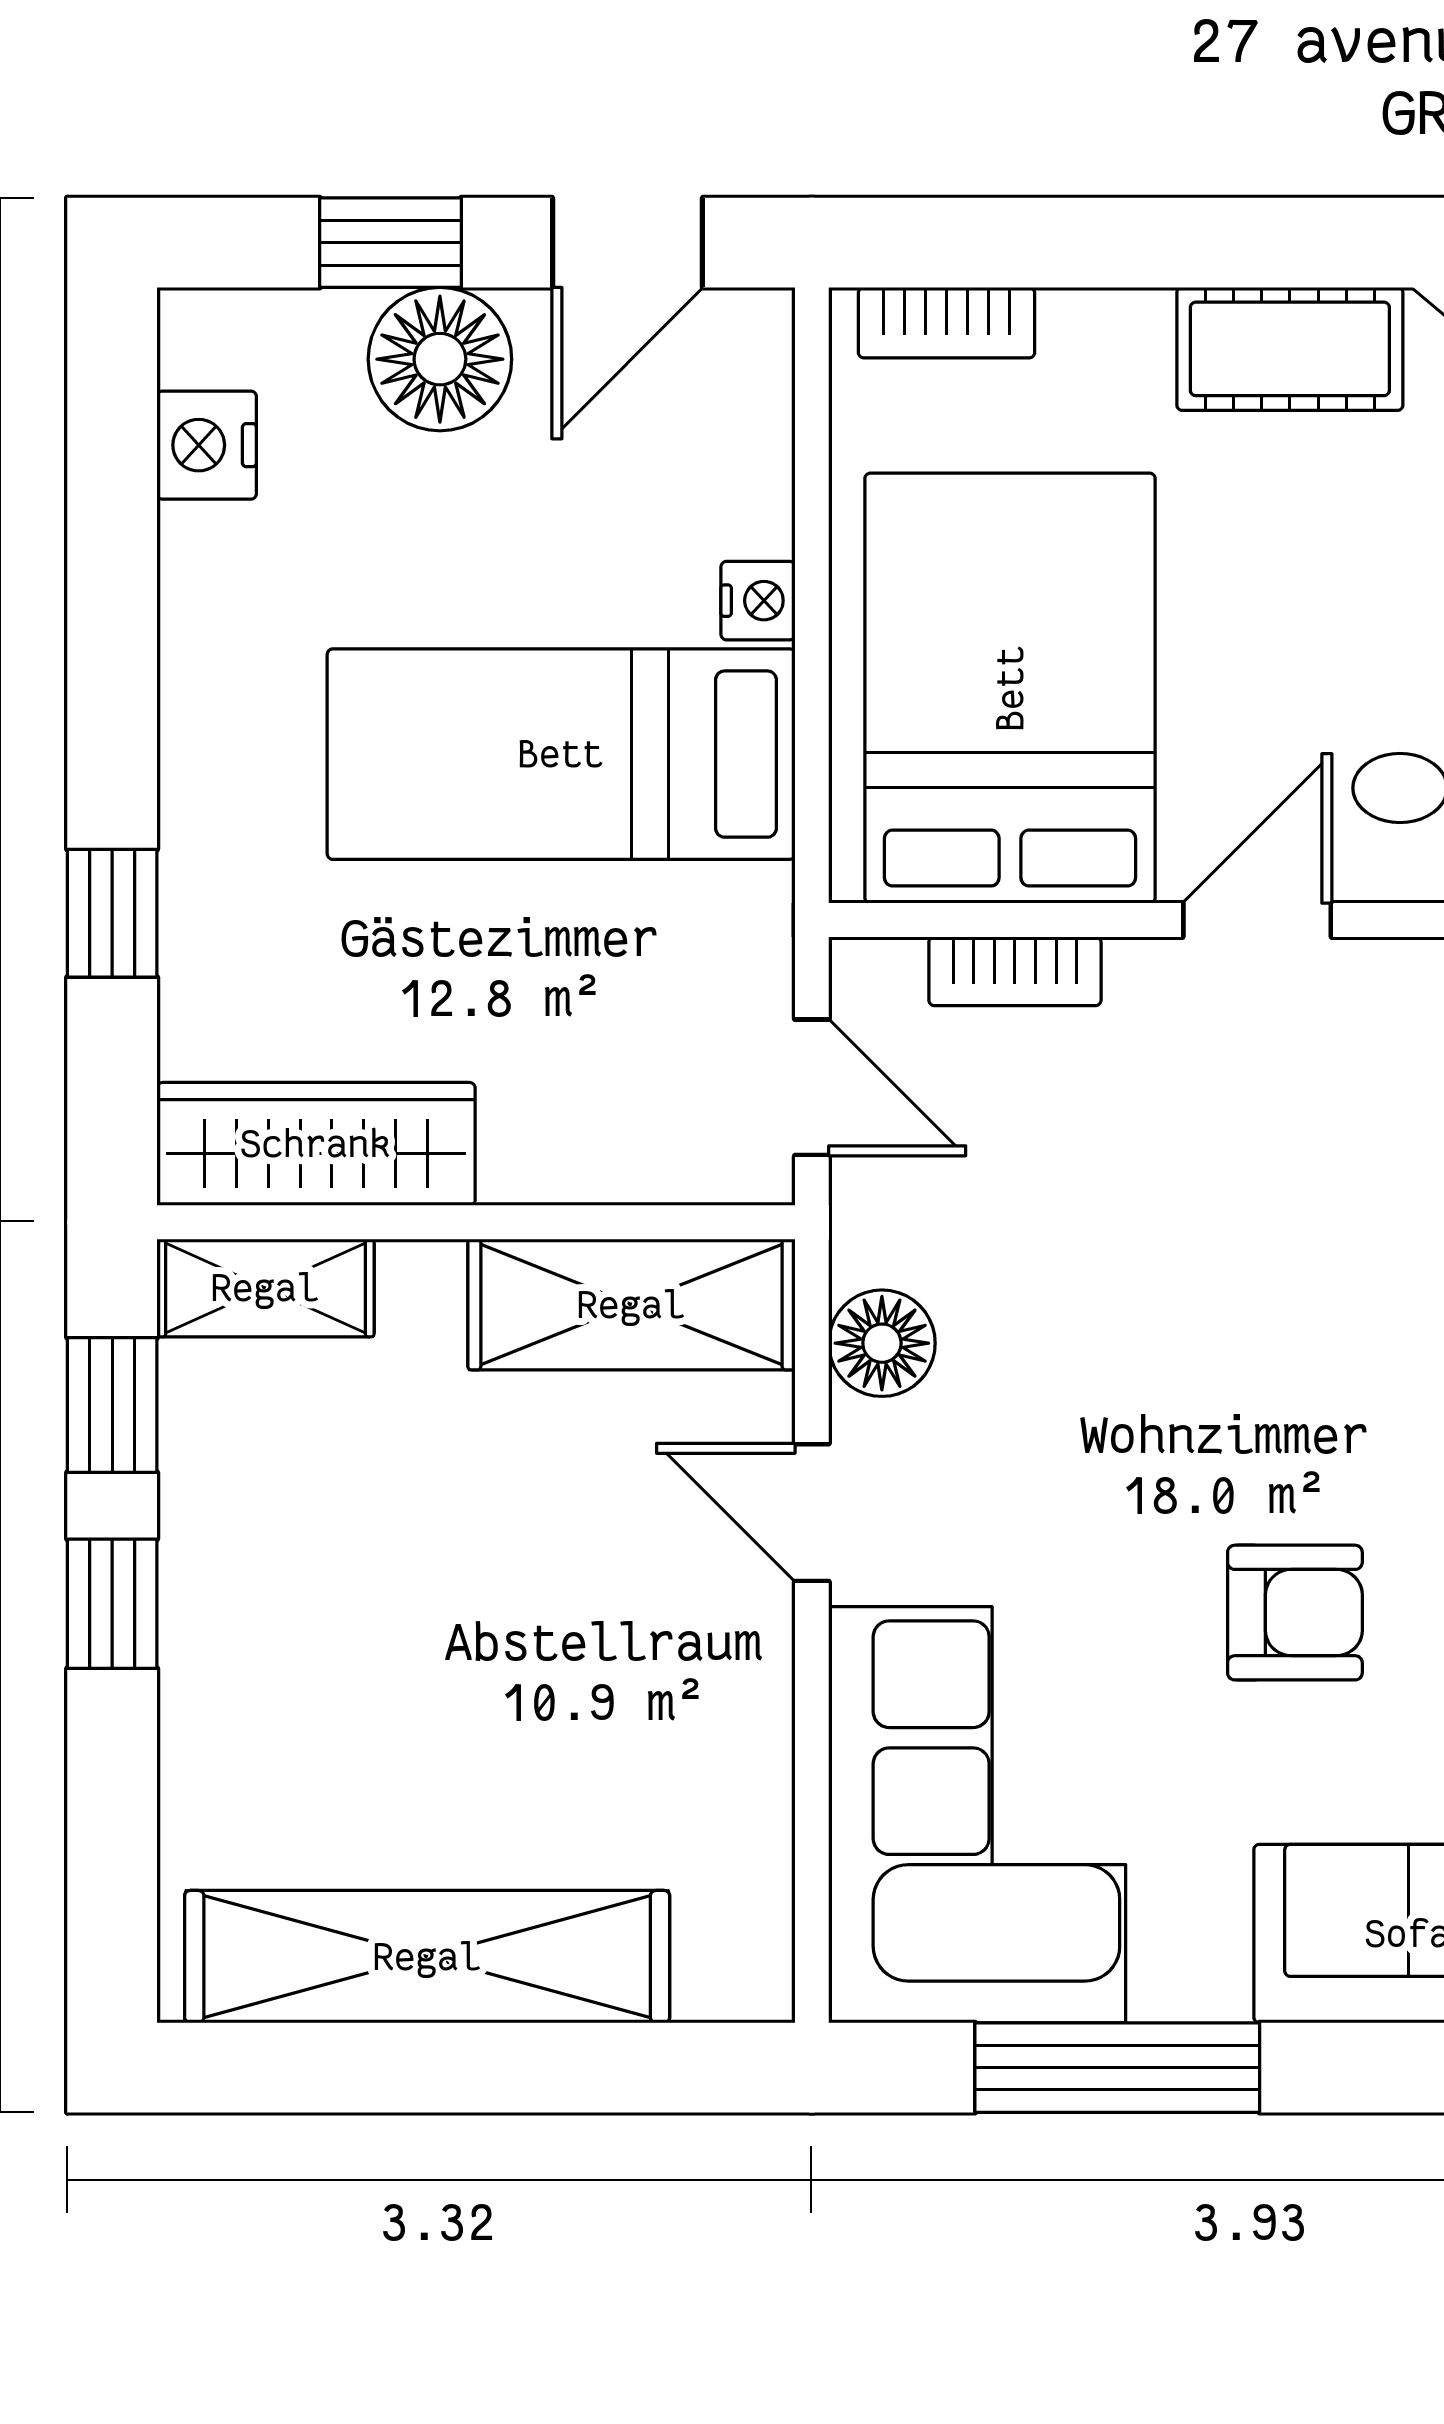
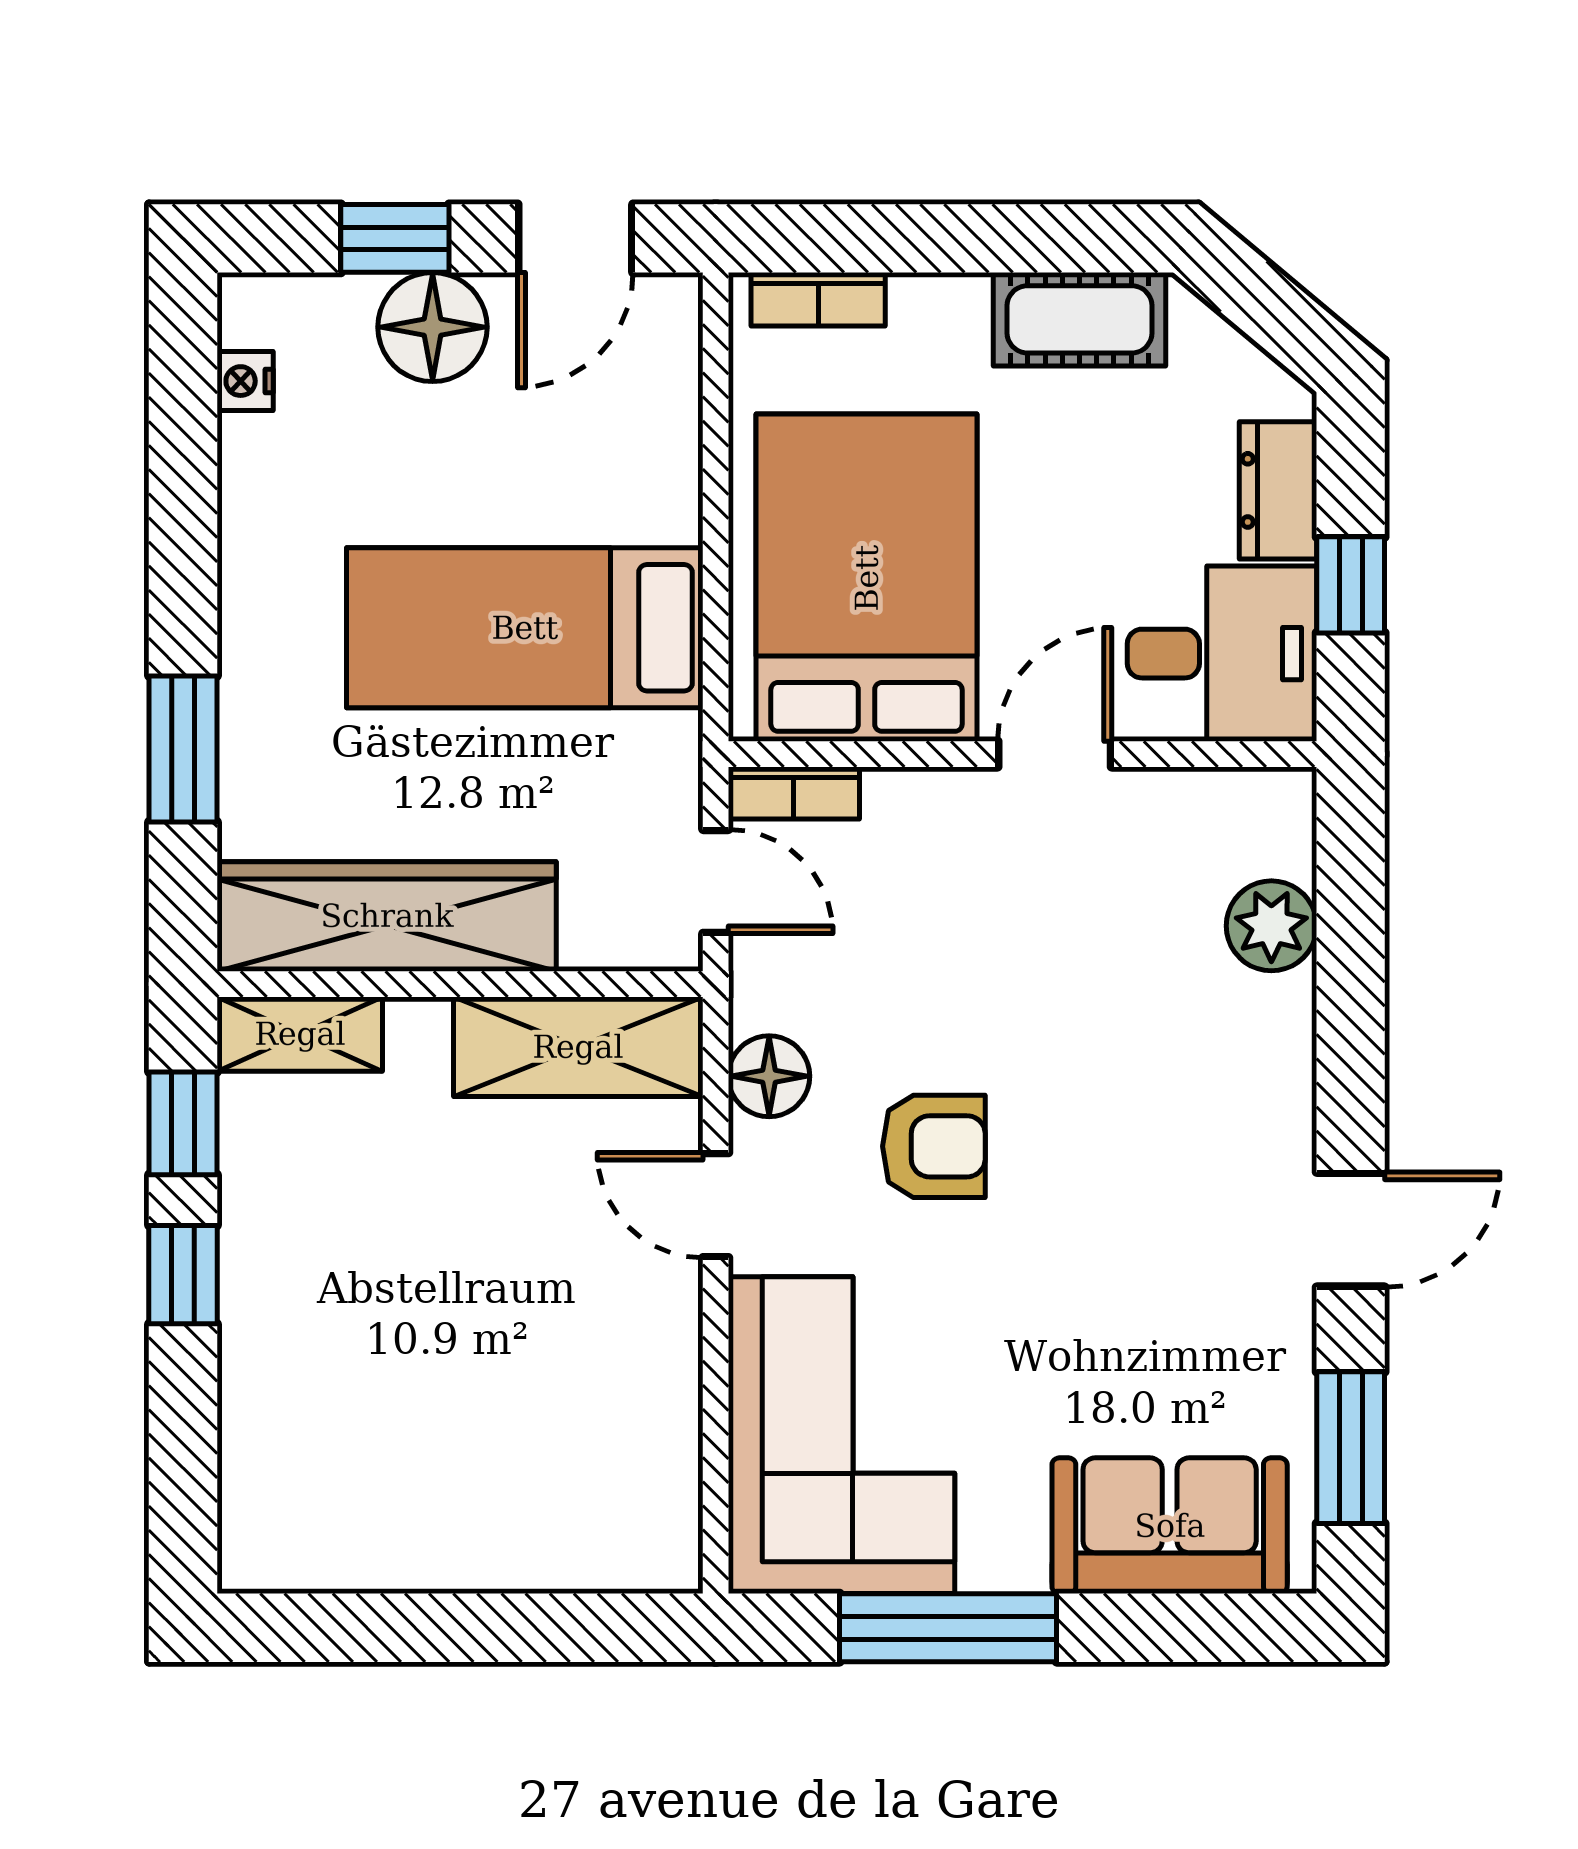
nightstand: (207, 445) -> (245, 381), width x0.72, depth x0.74
nightstand: (758, 601) -> (675, 511), removed
window: (112, 913) -> (183, 749), width x1.50
bookcase: (1015, 971) -> (794, 793), moved
wardrobe: (316, 1144) -> (387, 916), width x1.40, depth x1.17
armchair: (1295, 1613) -> (934, 1146), moved
shelving: (427, 1957) -> (423, 1543), removed

